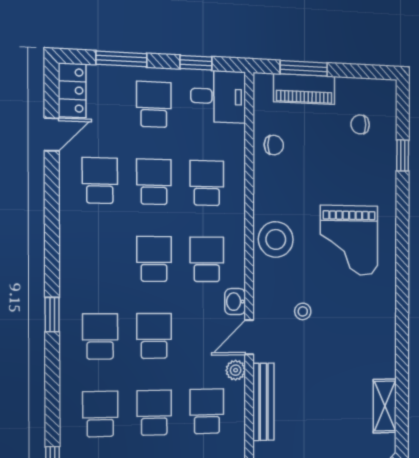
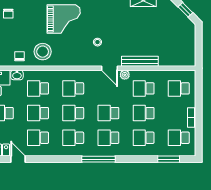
stool: (276, 239) -> (43, 52), moved
school desk: (100, 258) -> (73, 138), added
washbasin: (235, 302) -> (17, 75), moved
window: (52, 315) -> (98, 159), width x2.17

